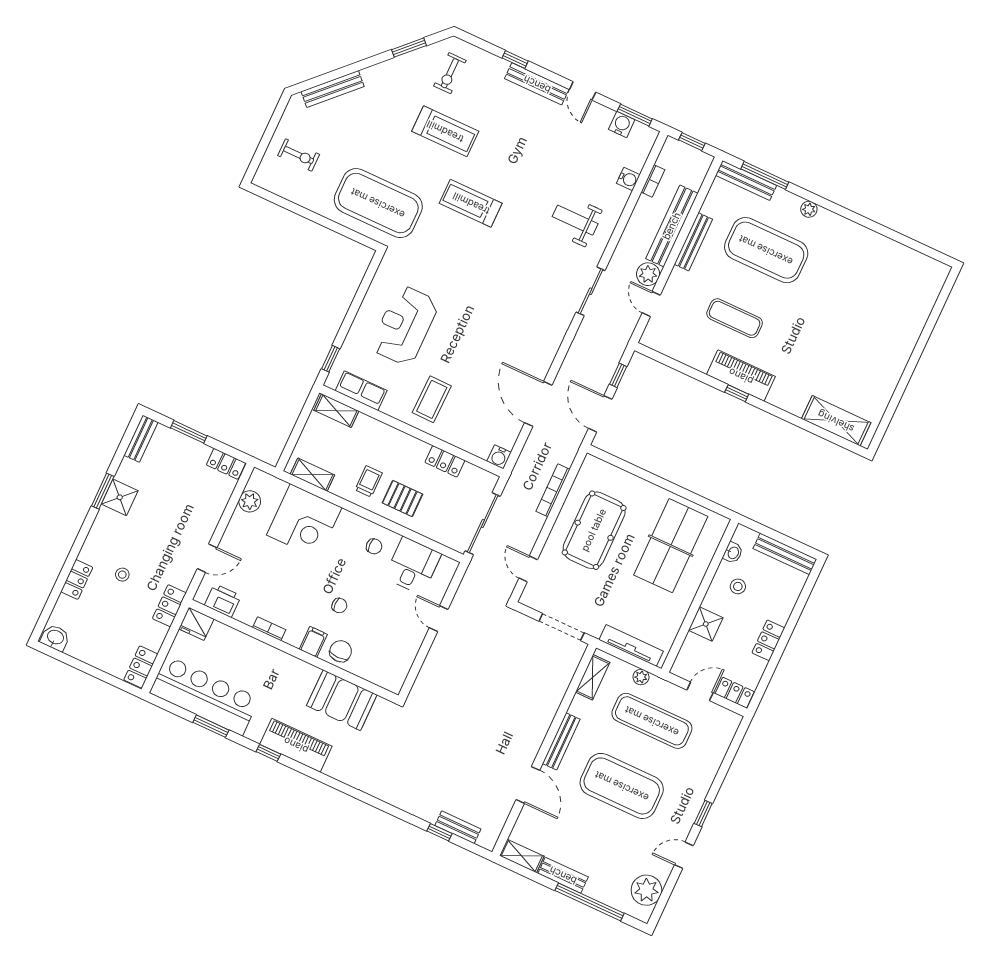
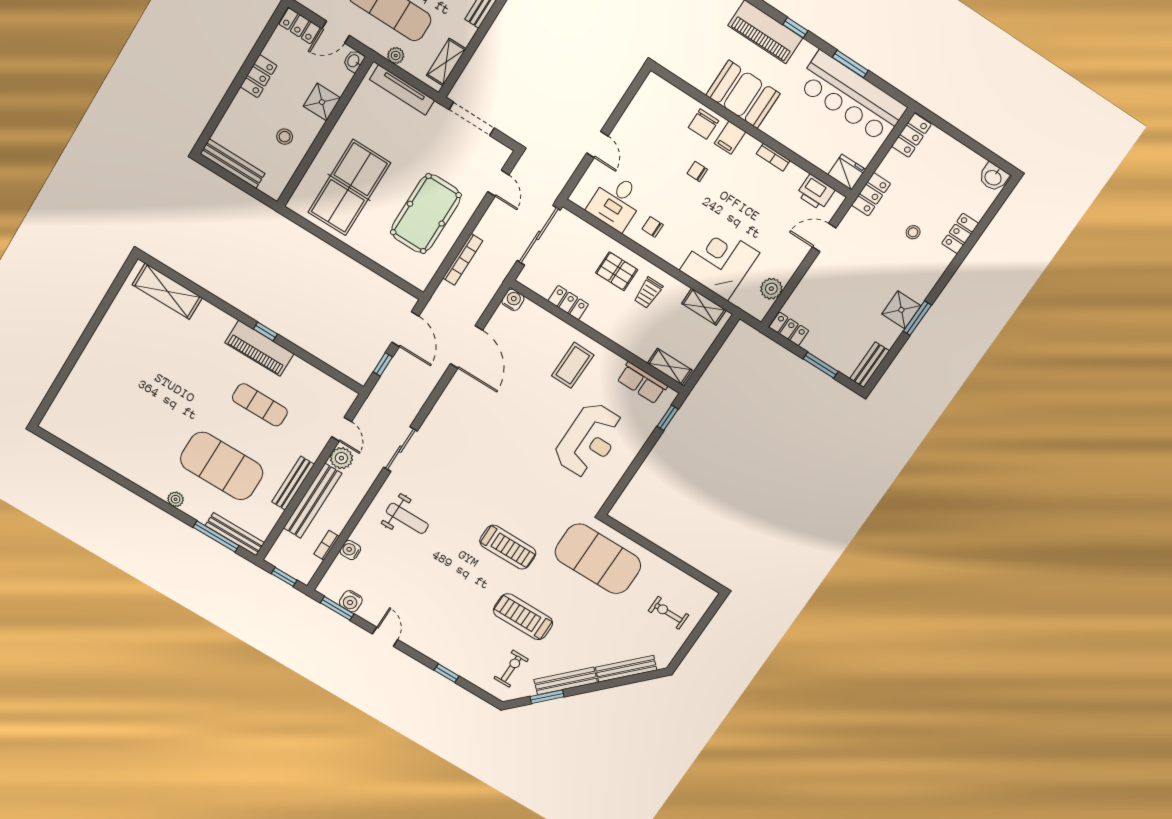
bench: (537, 84) -> (566, 681), moved, turned -45
washbasin: (733, 553) -> (354, 61), moved
booth: (342, 700) -> (743, 94), moved

